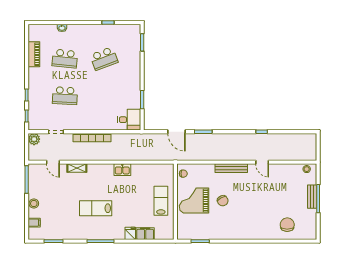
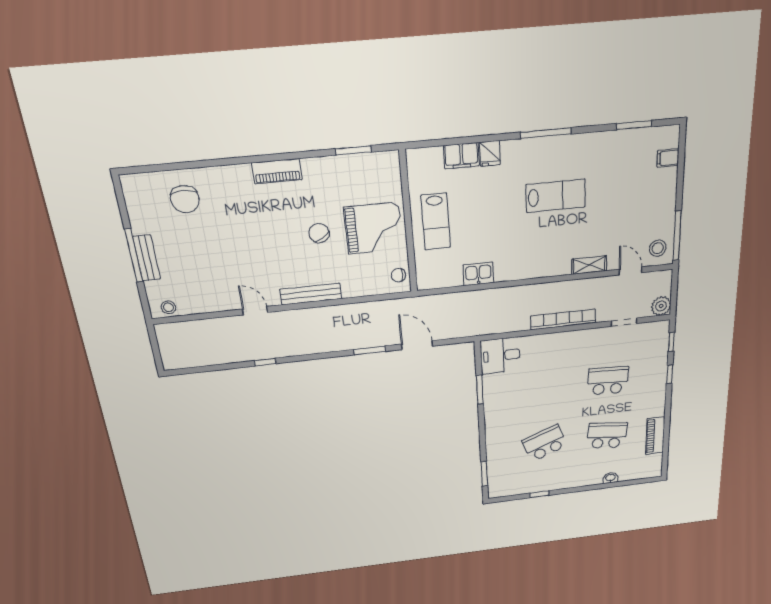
kitchen sink: (122, 170) -> (478, 274), moved
stool: (34, 204) -> (658, 248), moved
piano: (240, 234) -> (277, 171), added

